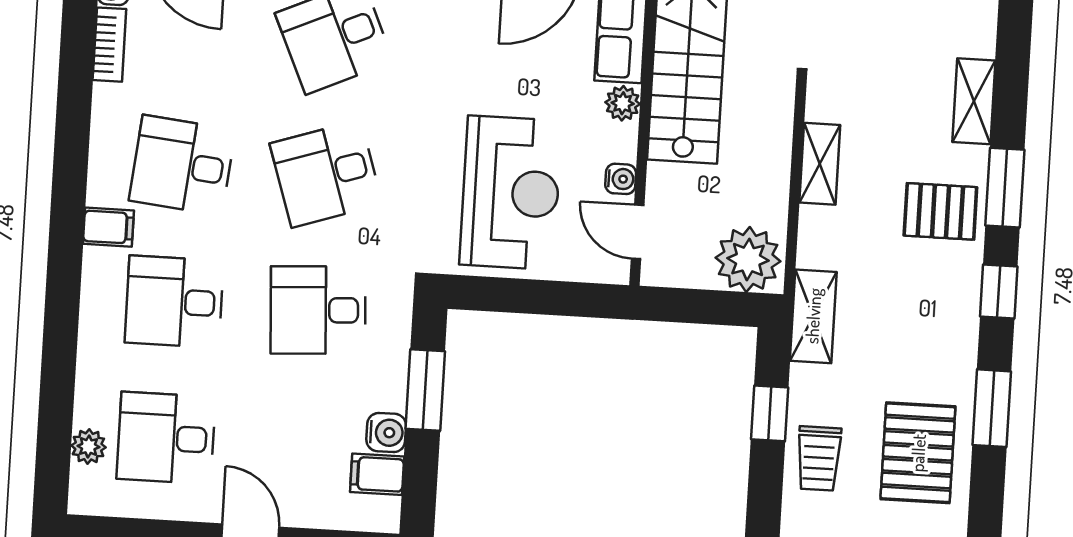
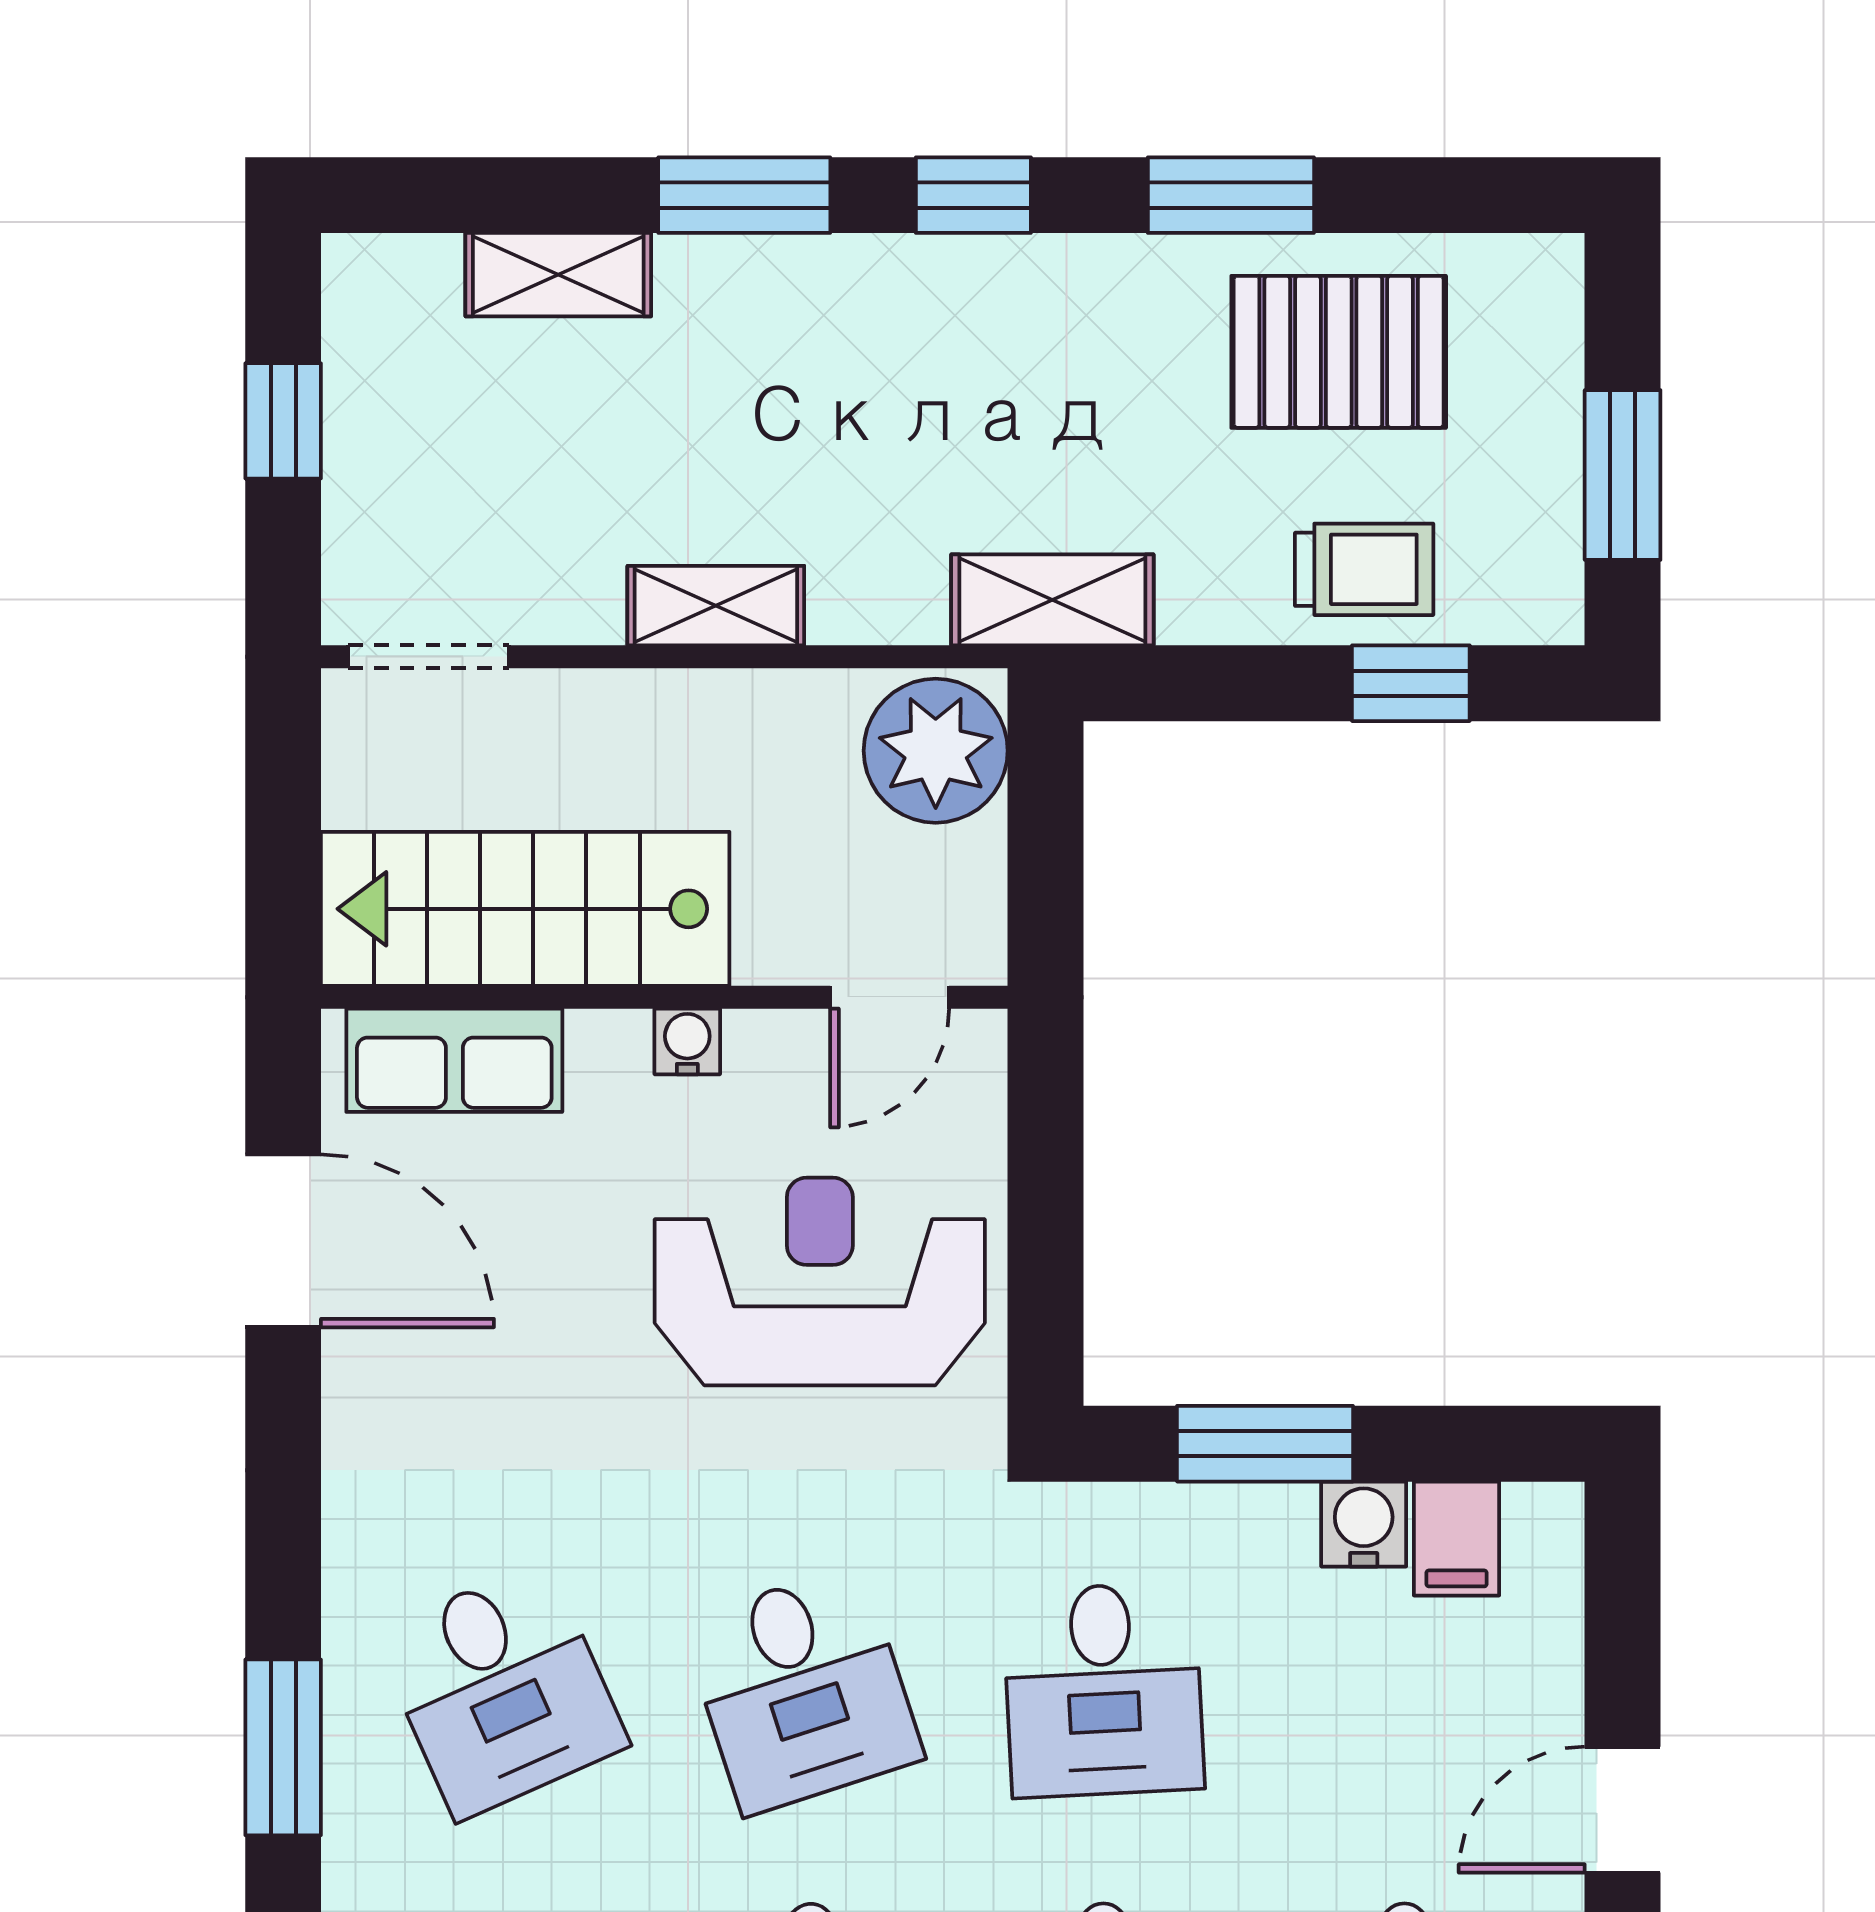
plant: (623, 103) -> (608, 1047), removed
water cooler: (621, 179) -> (687, 1041), moved
pallet: (940, 211) -> (805, 334), removed
window: (770, 413) -> (1411, 683), moved

